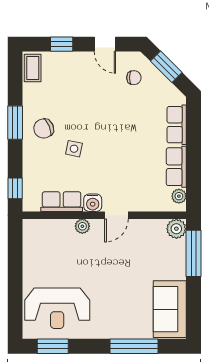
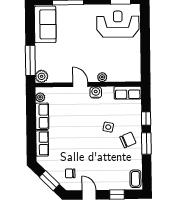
window: (15, 188) -> (146, 119), moved
row of seats: (62, 202) -> (128, 93), moved
door: (116, 215) -> (80, 85), hinge flipped

